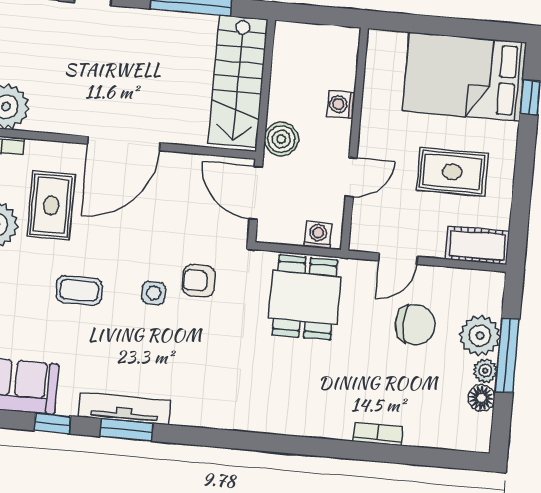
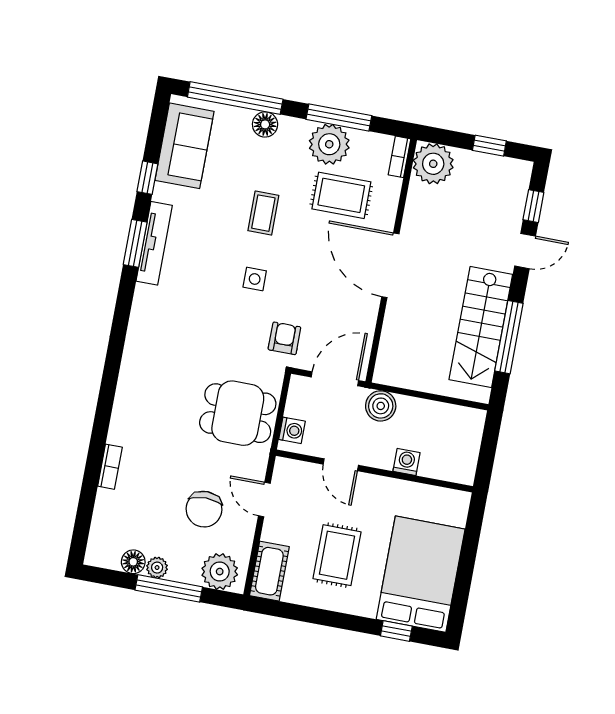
stairs: (238, 81) -> (481, 327), moved, turned -90
armchair: (199, 281) -> (284, 338), moved
plant: (480, 336) -> (220, 572), moved

